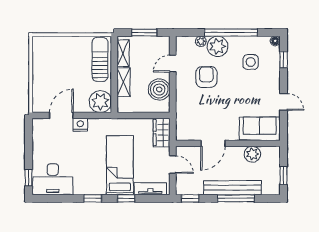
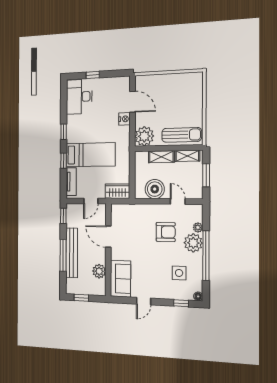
window: (29, 178) -> (93, 75), moved

